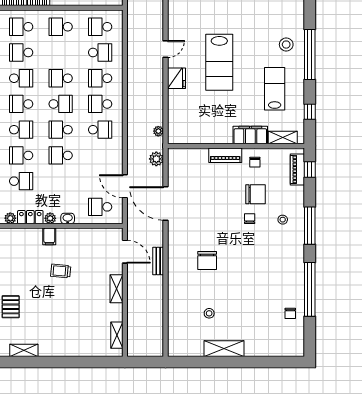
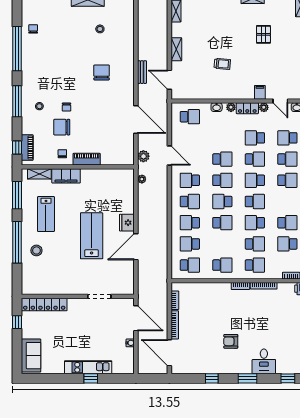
door: (166, 49) -> (136, 247), width x1.88
school desk: (100, 78) -> (190, 223), turned 180
window: (310, 112) -> (17, 195), width x2.17
door: (125, 186) -> (169, 155), moved
filing cabinet: (49, 236) -> (260, 92), moved

